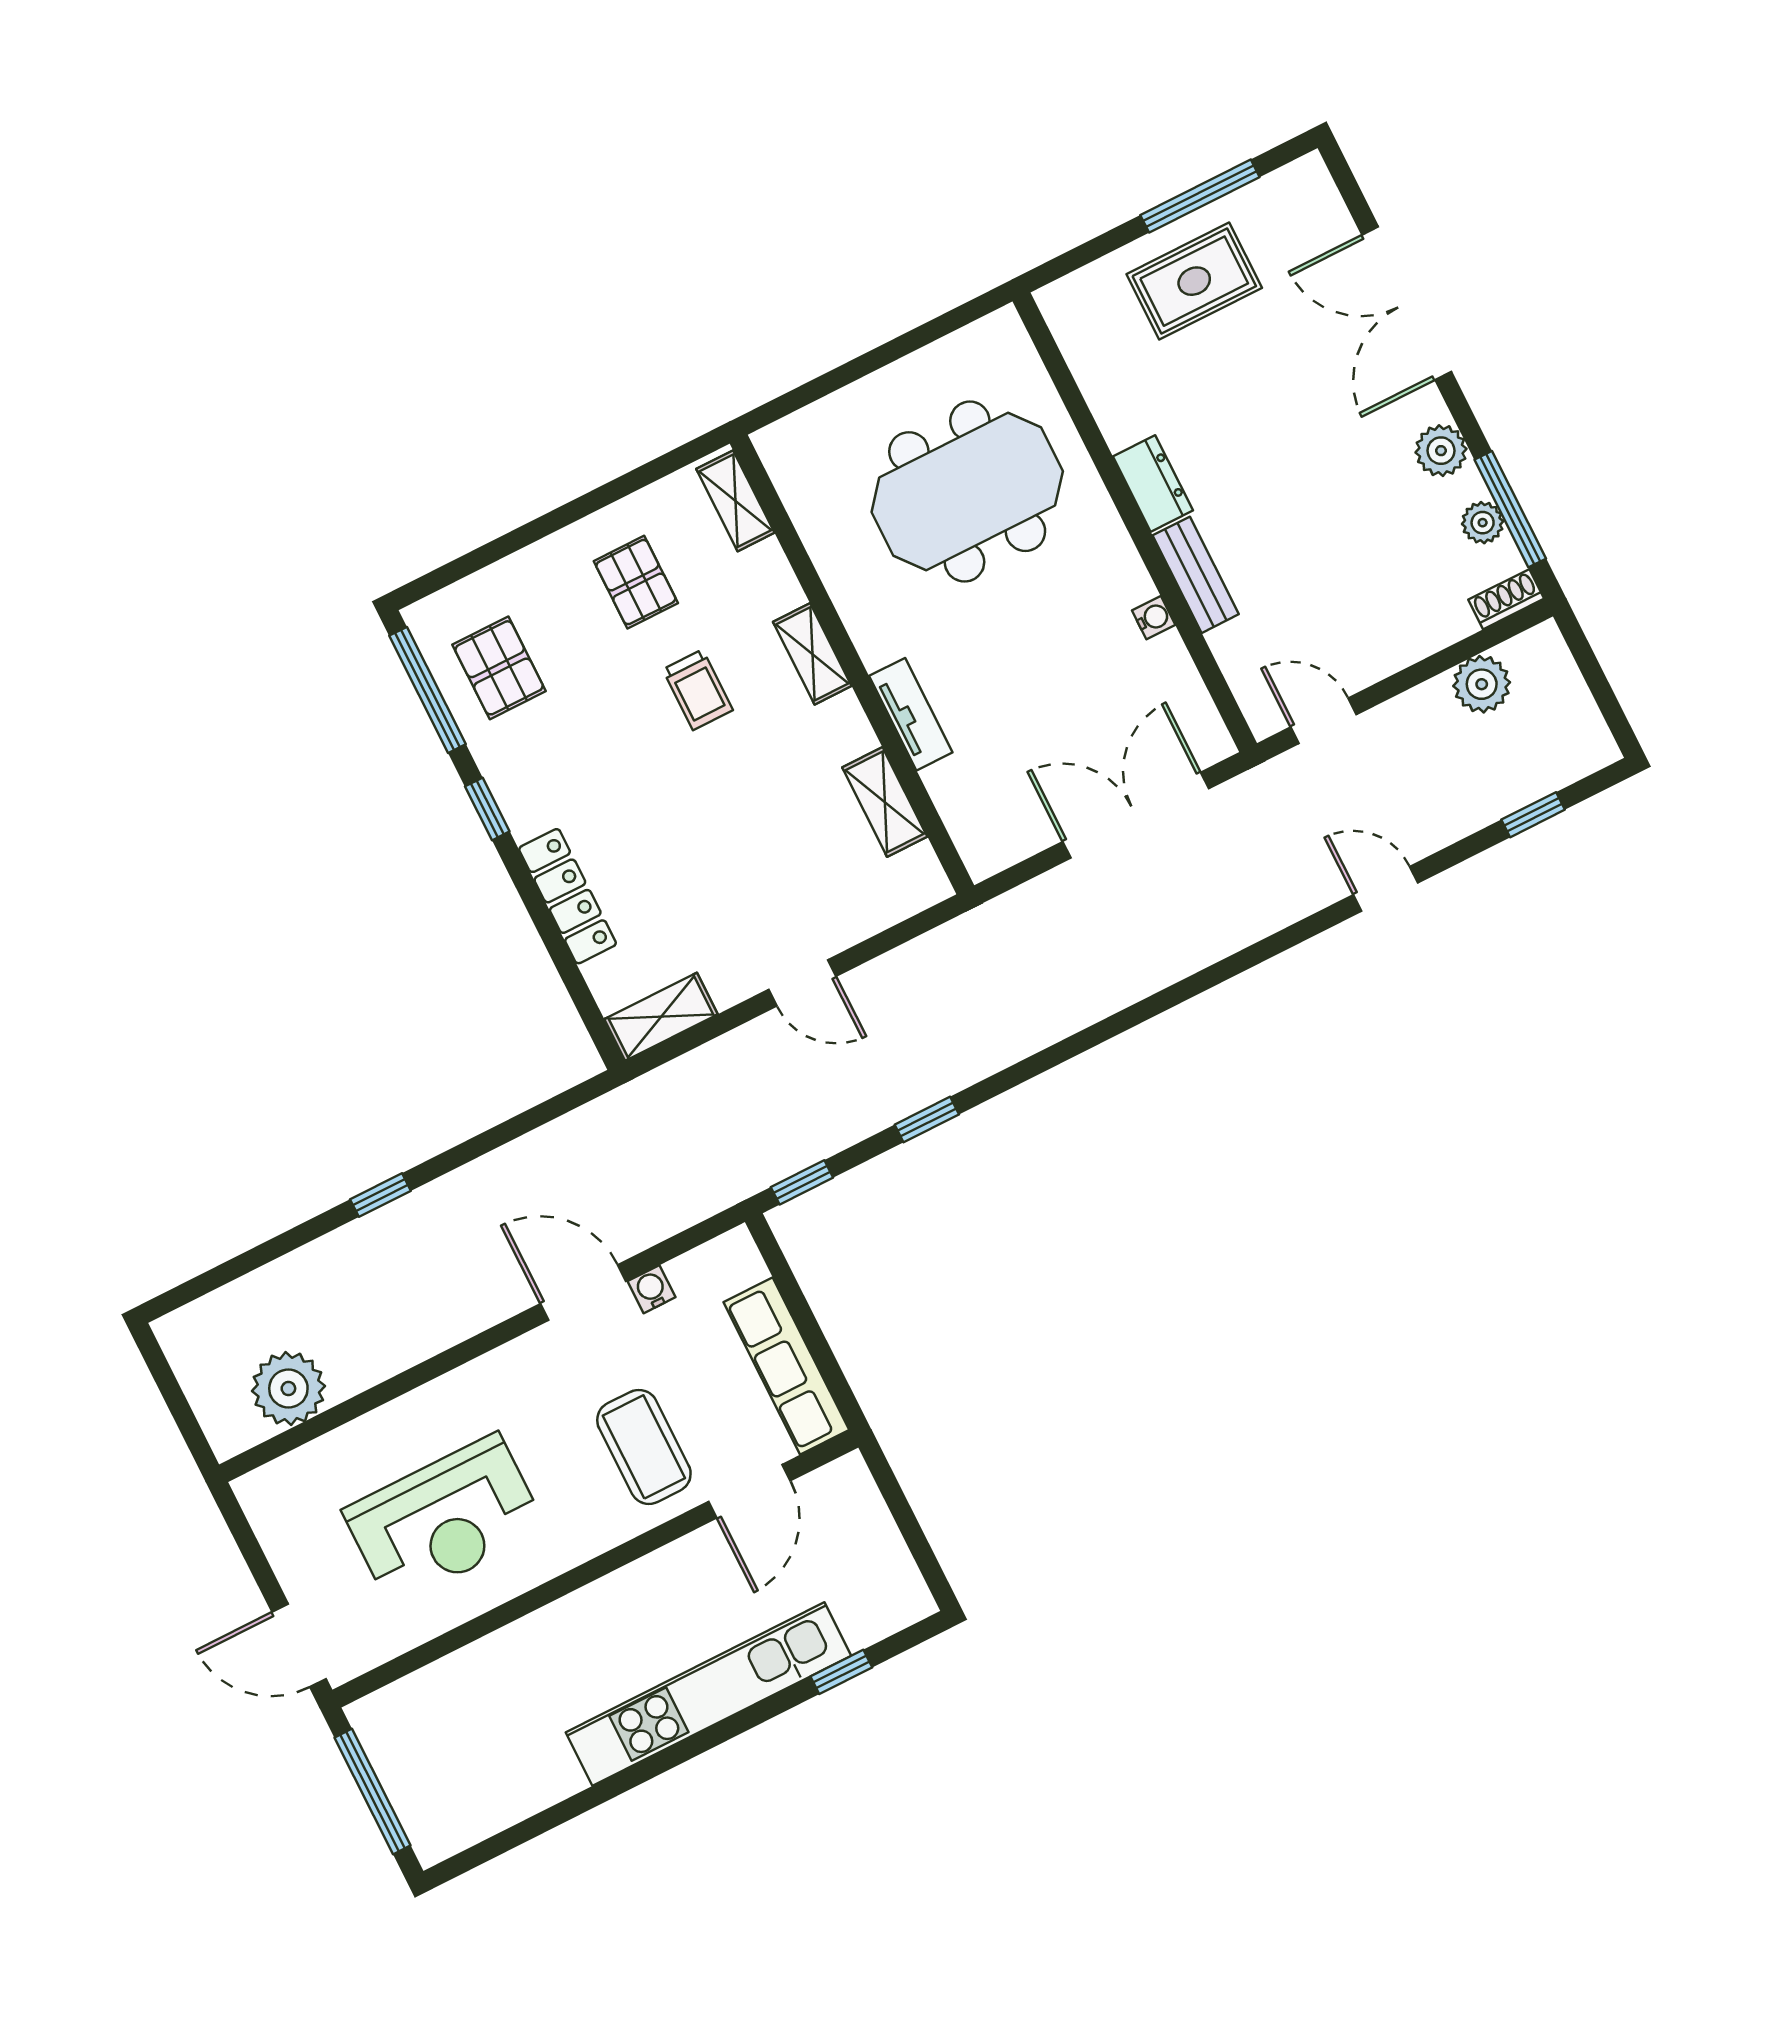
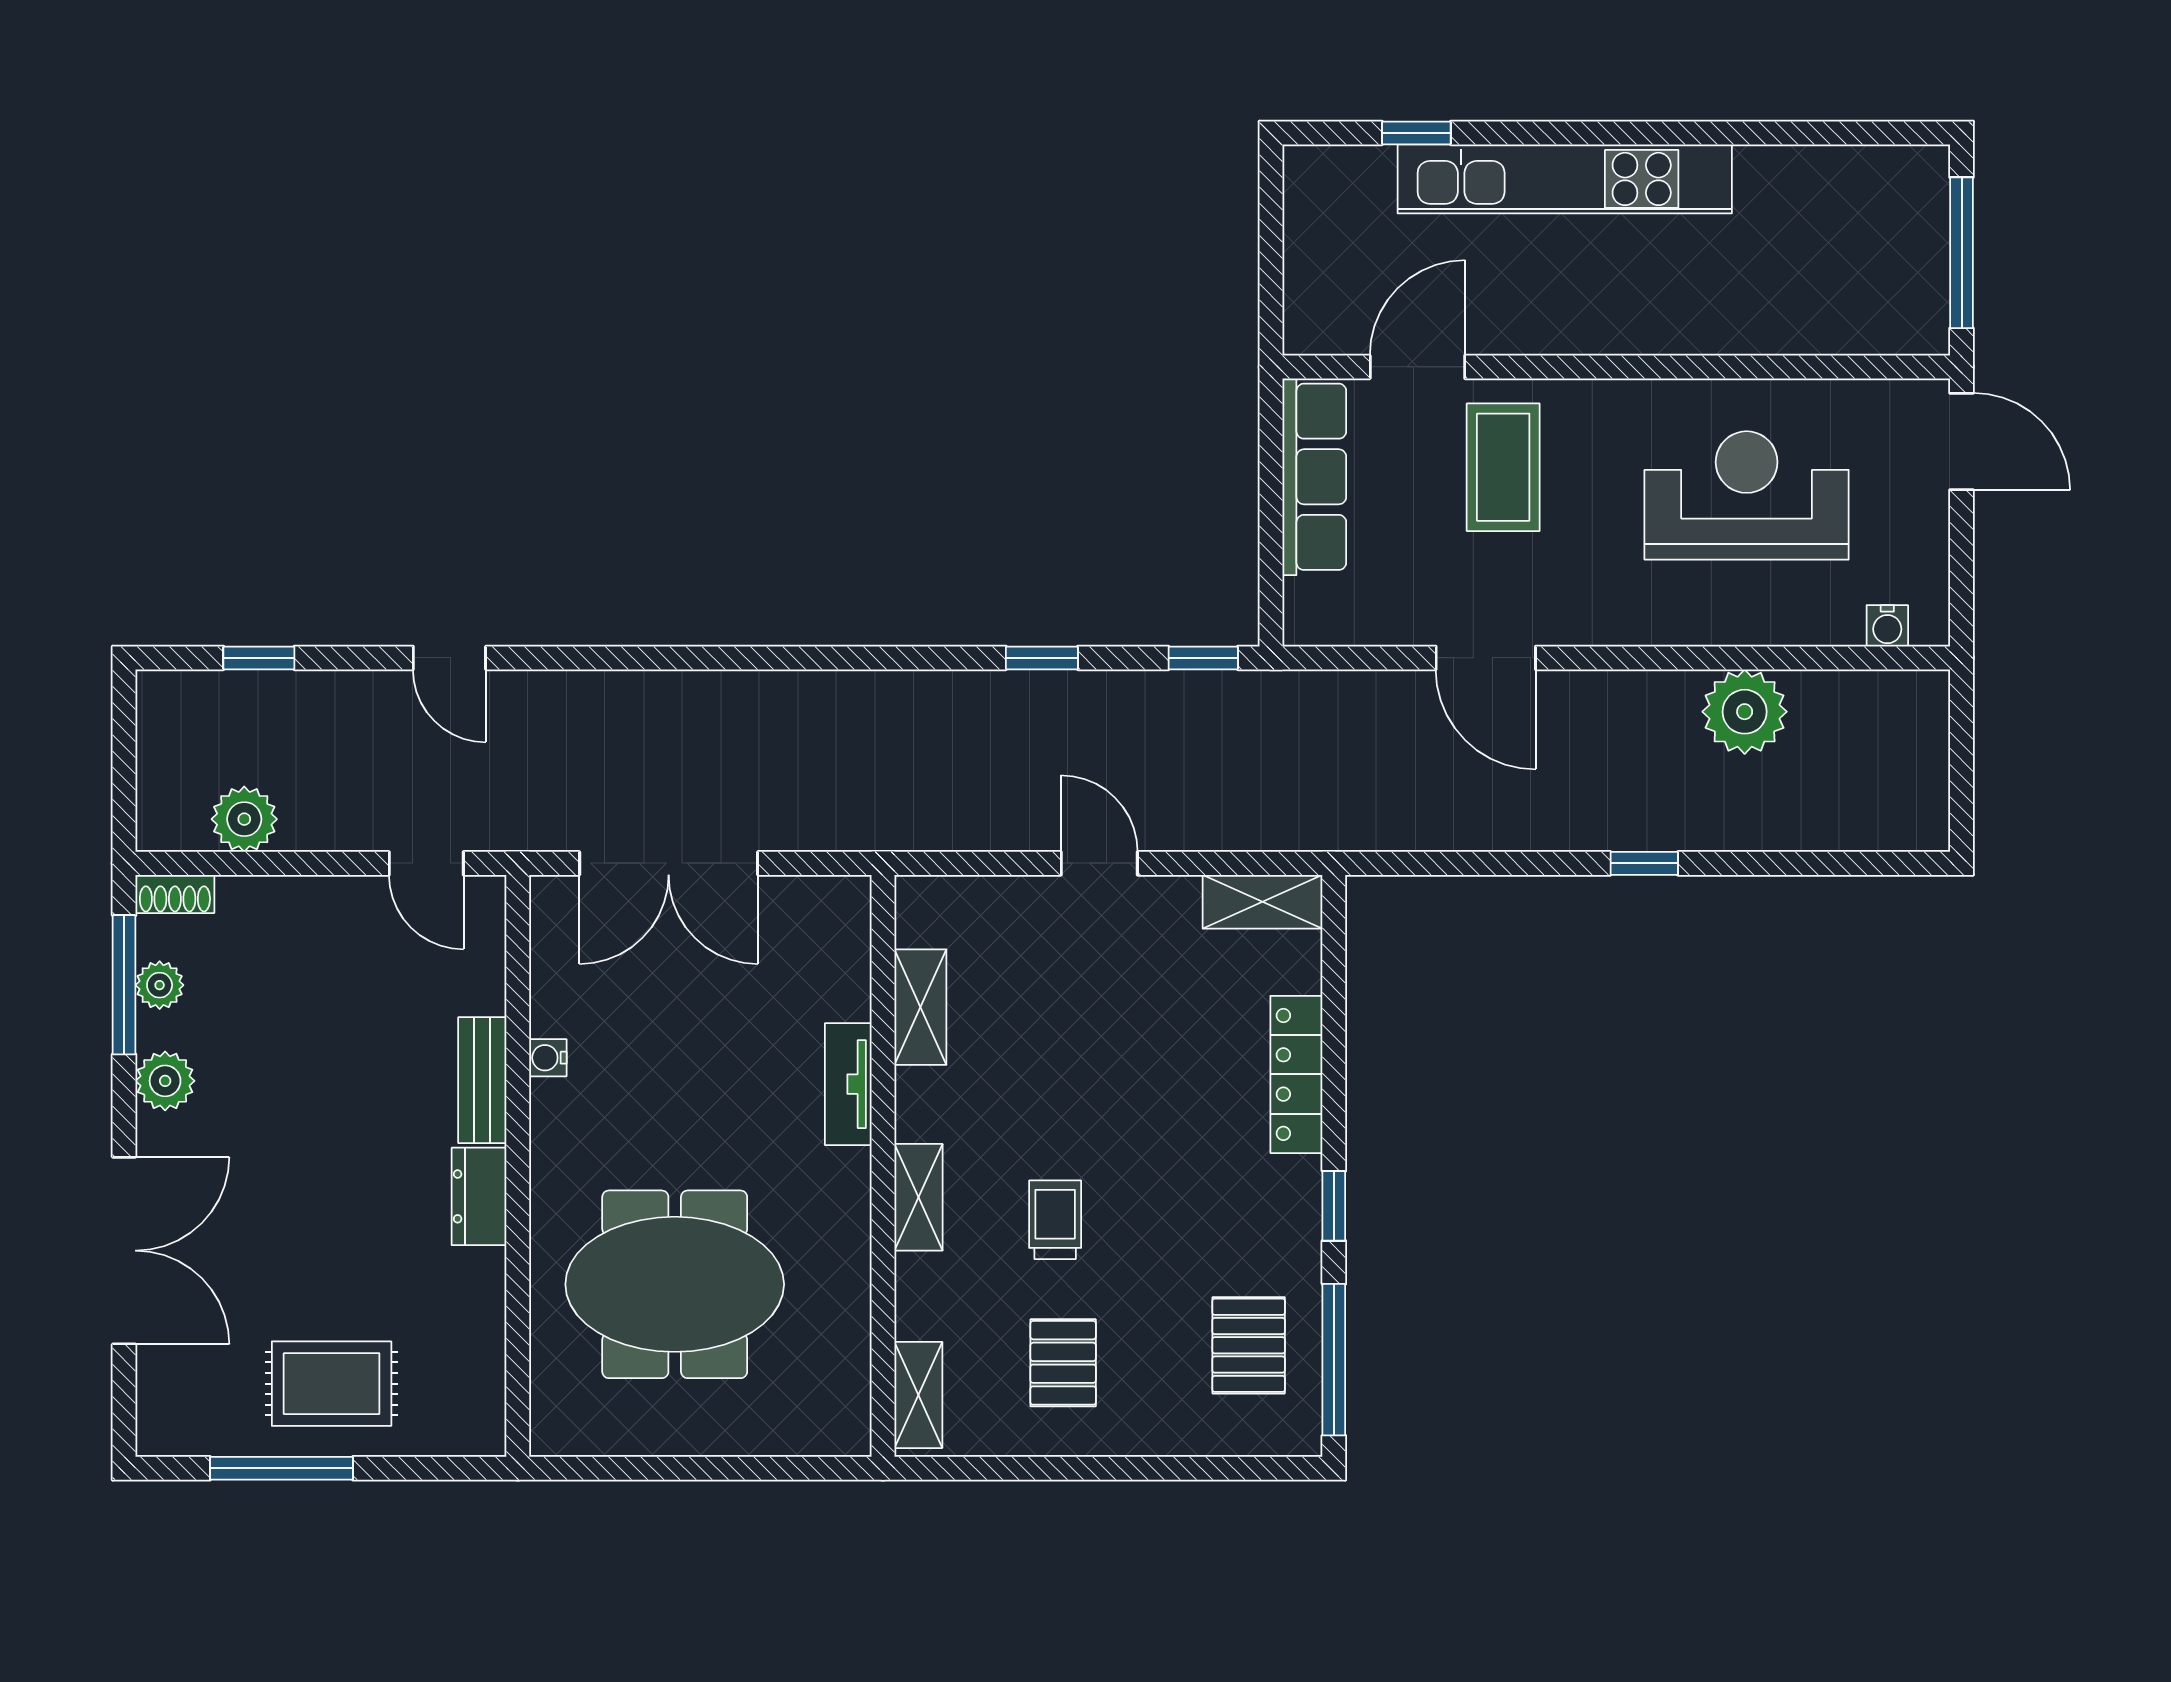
water cooler: (652, 1289) -> (1887, 626), moved
plant: (288, 1388) -> (1745, 712), moved

